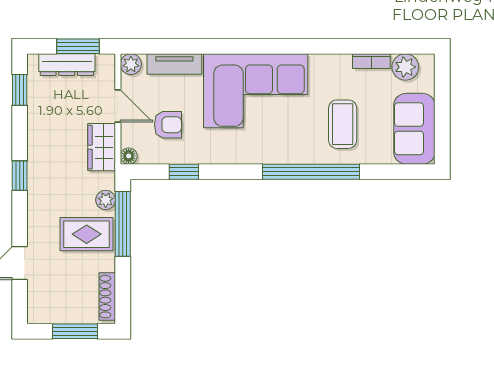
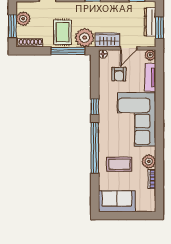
plant: (405, 67) -> (149, 161), moved
window: (184, 172) -> (95, 107), moved
plant: (106, 200) -> (85, 38), width x1.88, depth x1.88
plant: (60, 310) -> (23, 19), added

